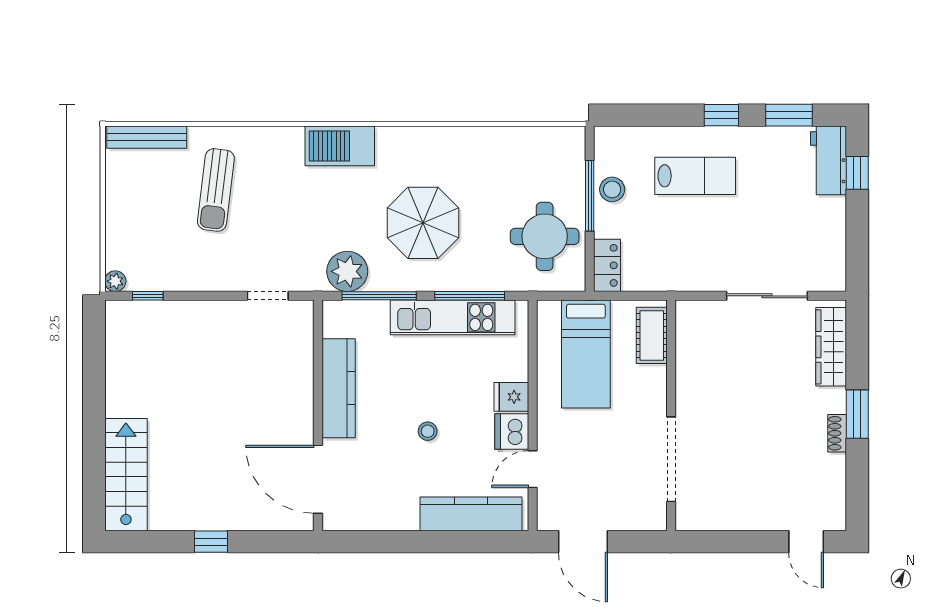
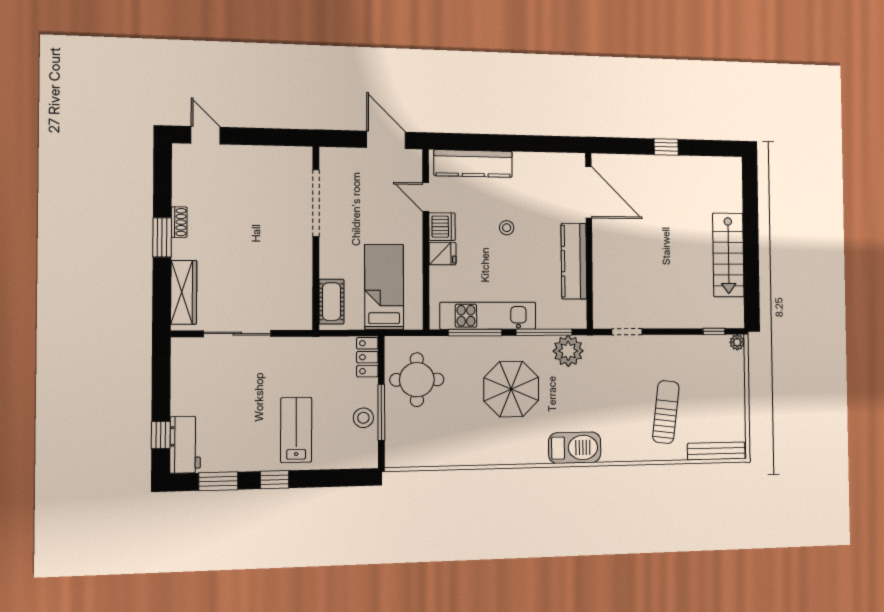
lab bench: (695, 176) -> (296, 430), turned 90
door: (533, 469) -> (426, 197), swing flipped
stairs: (126, 475) -> (728, 255), moved

